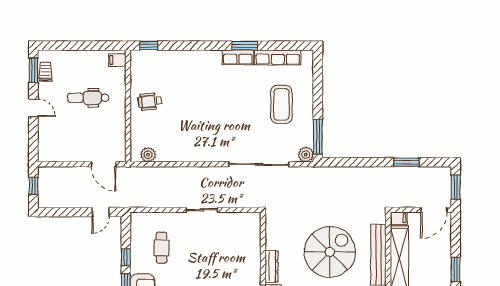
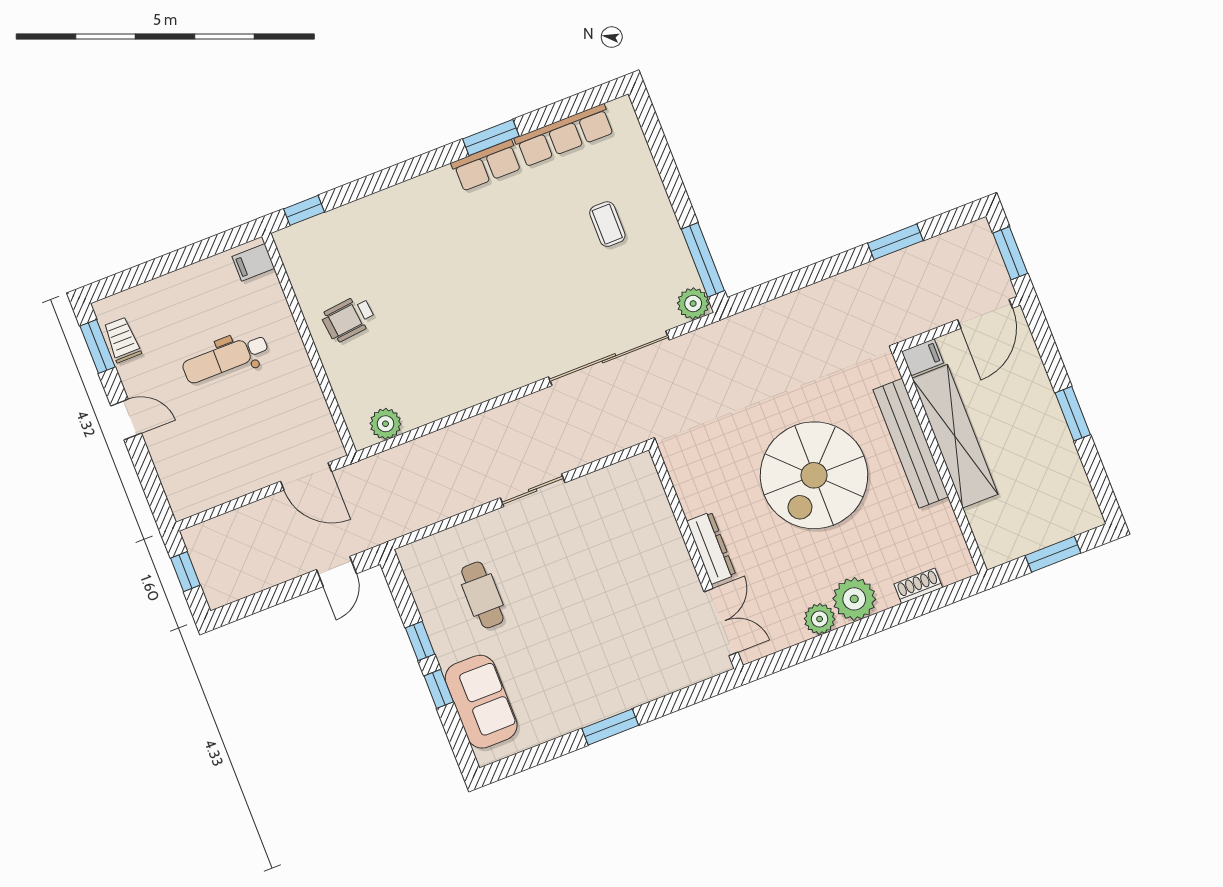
coffee table: (281, 104) -> (607, 224), width x0.54, depth x0.58
spiral stairs: (330, 252) -> (814, 475), turned 180

